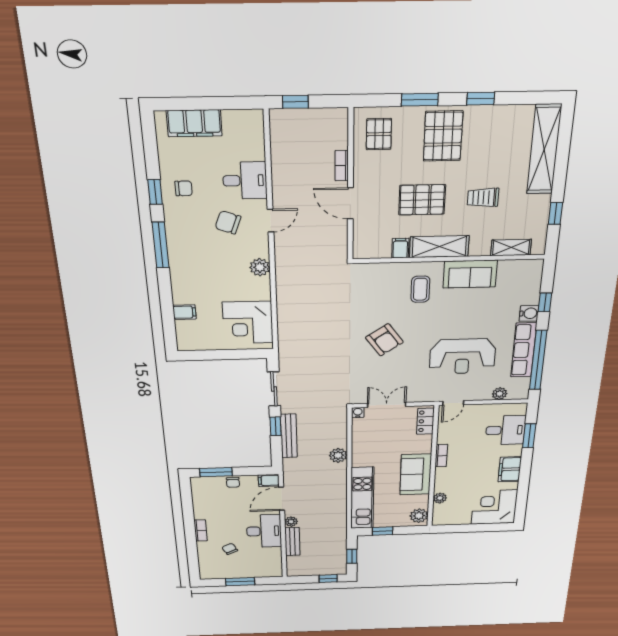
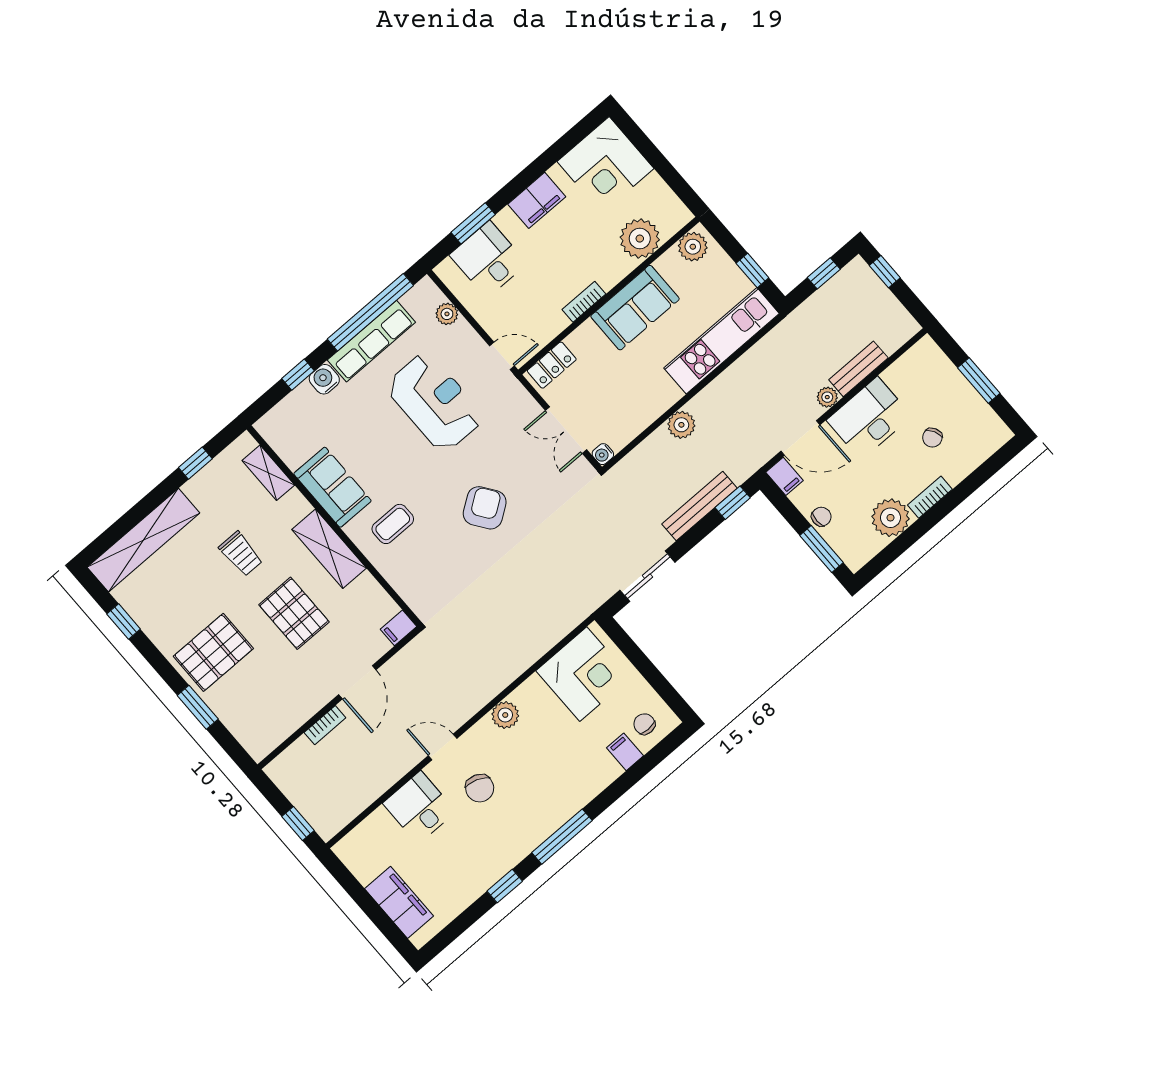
window: (481, 99) -> (124, 621), moved
pallet: (379, 134) -> (263, 717), removed
chair: (184, 188) -> (644, 724), moved
filing cabinet: (400, 248) -> (399, 628), moved
window: (276, 426) -> (733, 503), moved
plant: (440, 498) -> (640, 239), width x1.87, depth x1.87
plant: (205, 509) -> (890, 518), added

